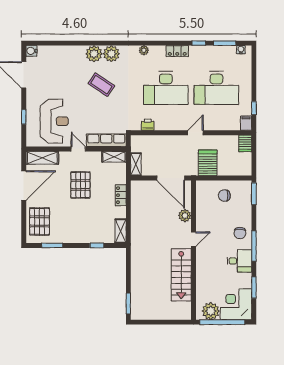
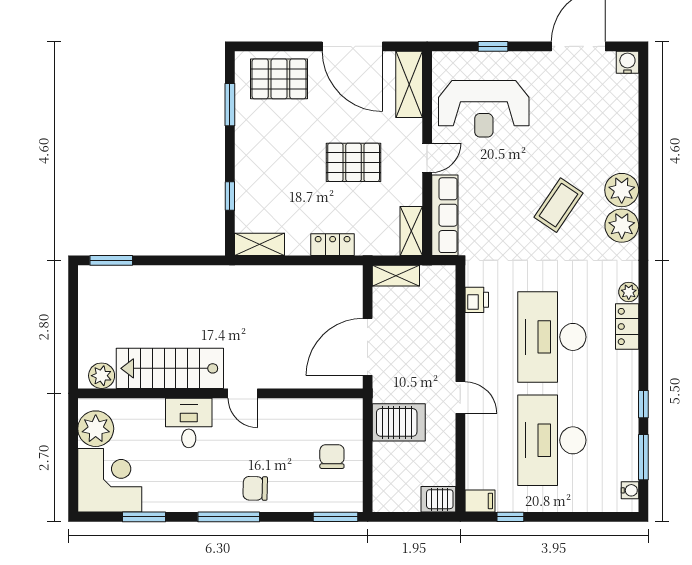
locker: (177, 51) -> (627, 327), moved
plant: (185, 216) -> (102, 376), moved
desk: (239, 261) -> (189, 423), moved, turned 180
window: (222, 322) -> (73, 452), removed

